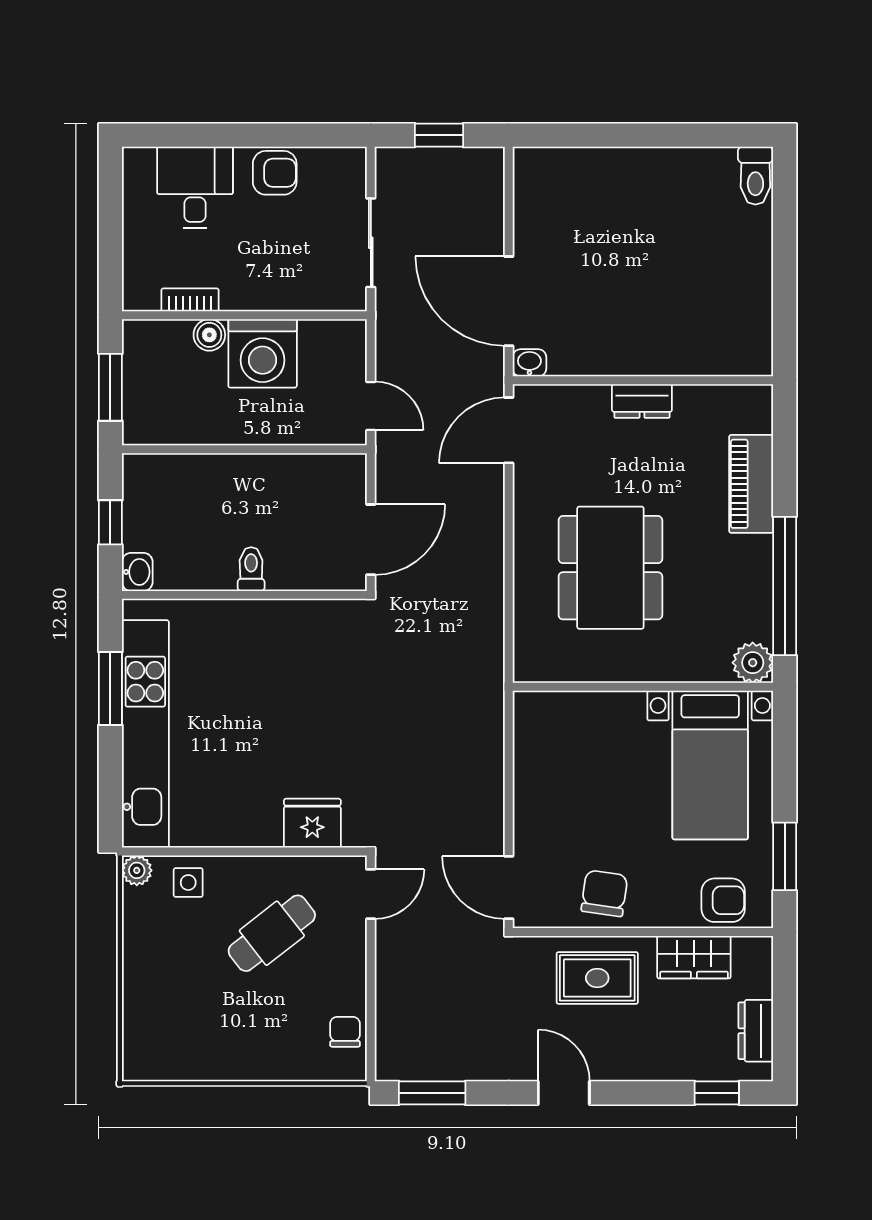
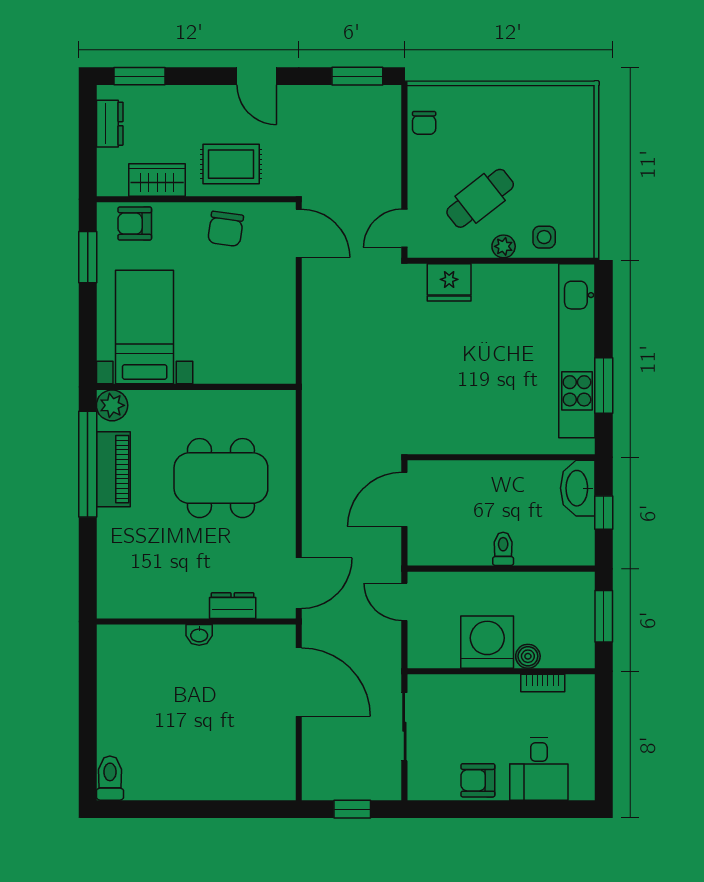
washbasin: (529, 363) -> (199, 635), moved
dresser: (642, 401) -> (233, 606), moved
piano: (751, 484) -> (113, 469), moved
dining table: (610, 568) -> (221, 478), turned 90
toilet: (251, 569) -> (503, 549), moved, turned 180
washbasin: (137, 572) -> (578, 488), width x1.91, depth x1.45
plant: (137, 870) -> (504, 246), moved
window: (717, 1093) -> (140, 76), width x1.50

